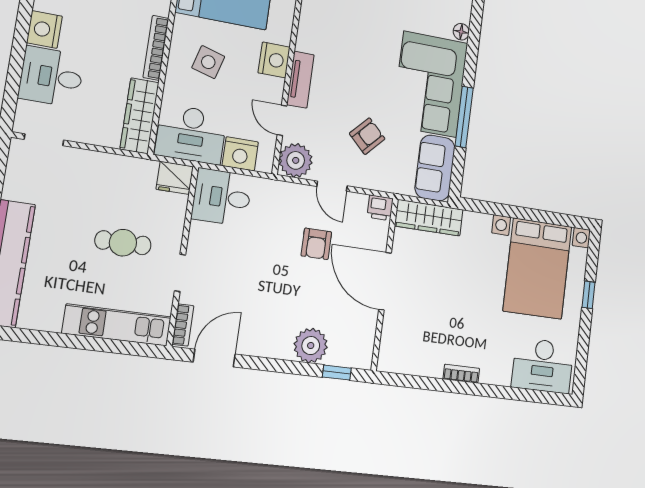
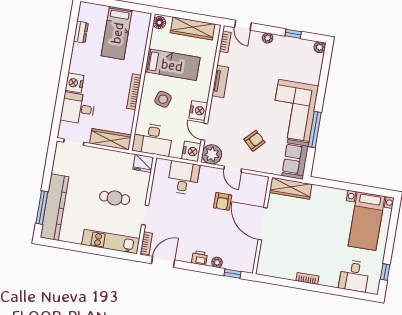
floor lamp: (461, 32) -> (315, 79), removed
nightstand: (274, 60) -> (198, 110), moved
tv unit: (300, 80) -> (220, 81), moved
wardrobe: (140, 116) -> (110, 139), moved, turned 90
nightstand: (240, 154) -> (191, 151), moved, turned -90
desk: (222, 197) -> (183, 178), moved, turned 90
printer: (380, 208) -> (199, 258), moved, turned 180
bed with nightstands: (537, 268) -> (367, 221), width x0.73
window: (588, 295) -> (385, 272), moved
plant: (311, 346) -> (217, 262), width x0.53, depth x0.53
desk: (543, 366) -> (354, 276), width x0.73

